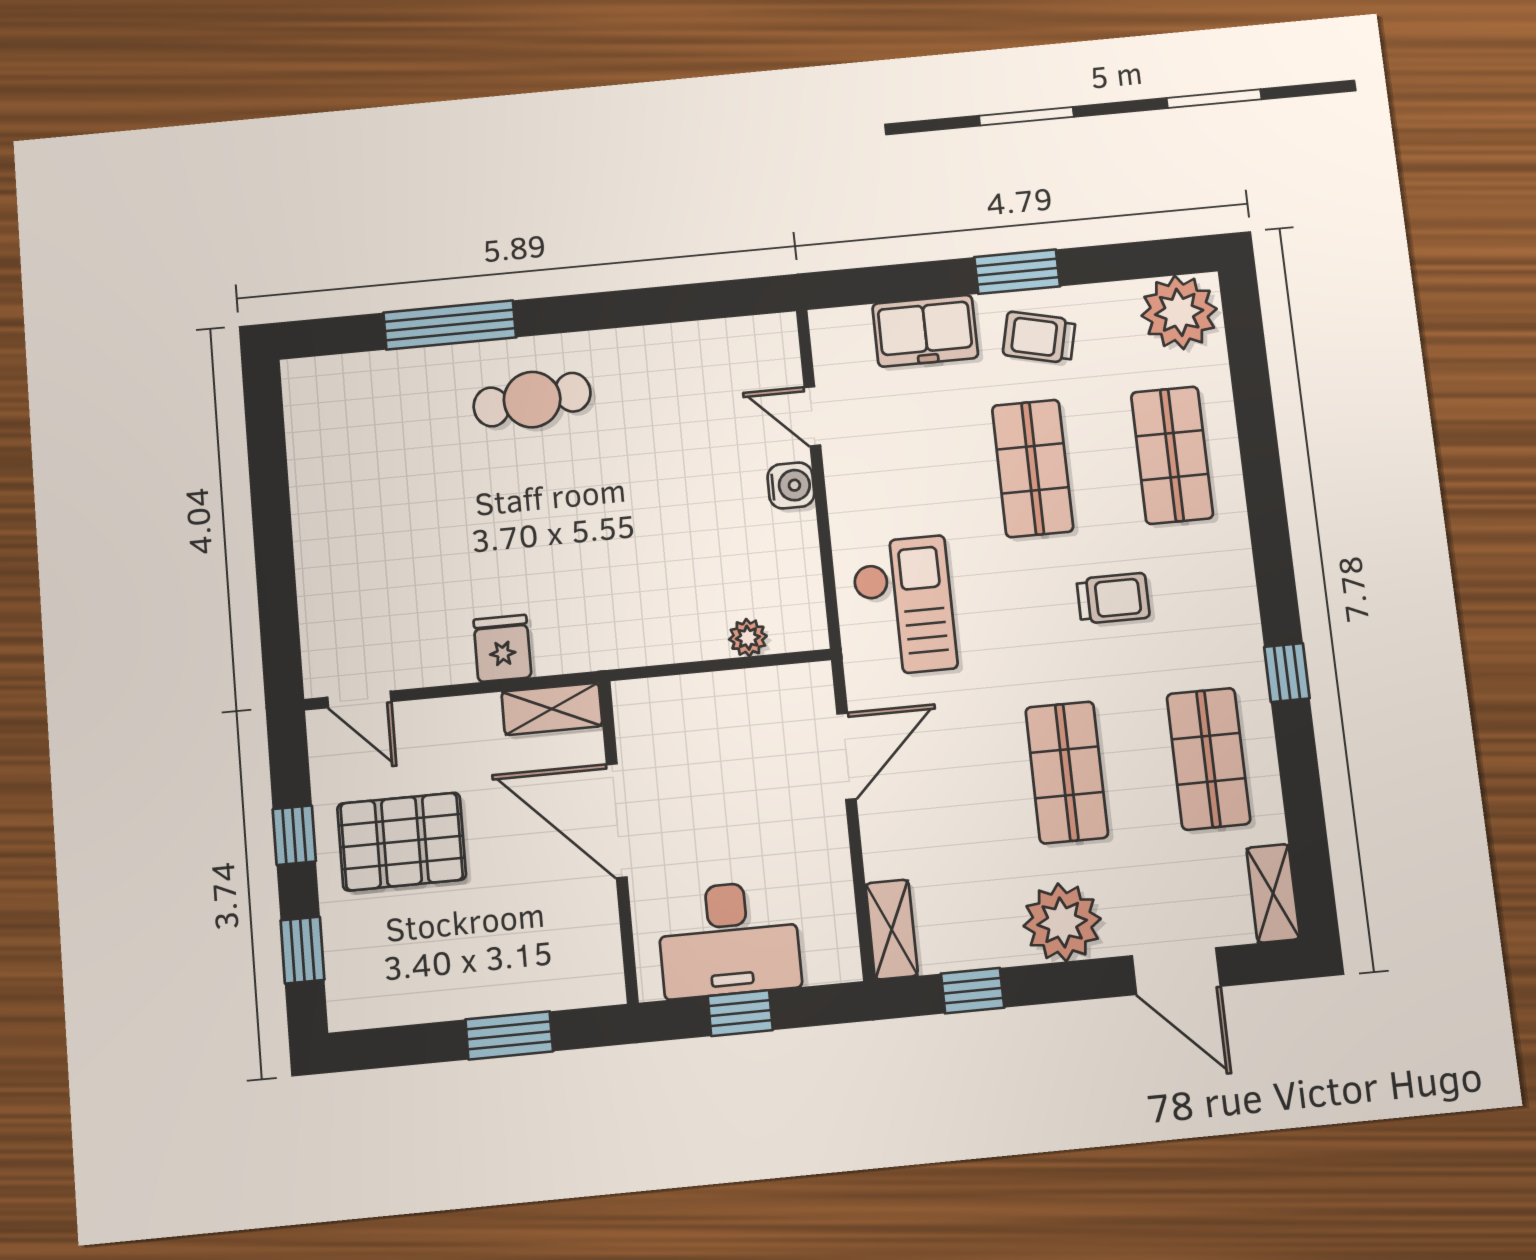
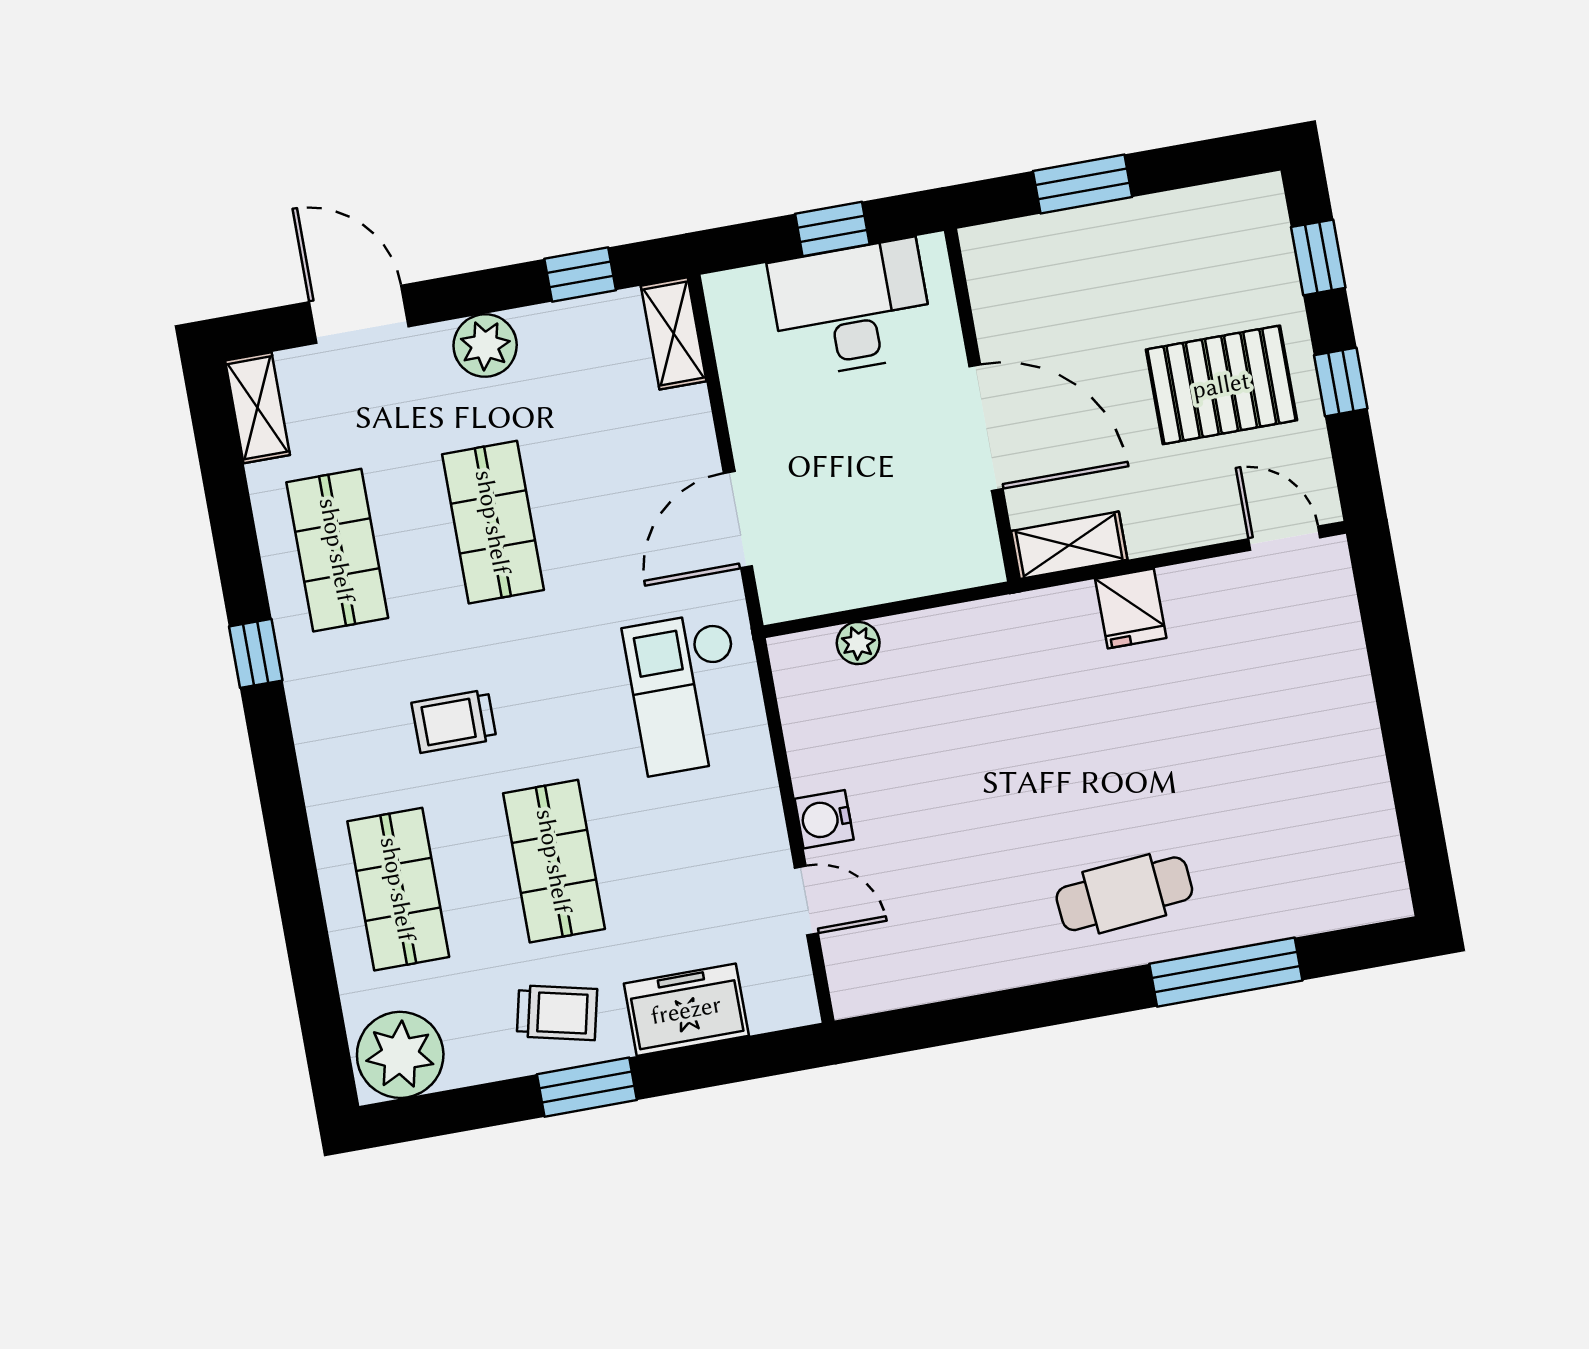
plant: (1062, 922) -> (485, 346), width x0.73, depth x0.73

